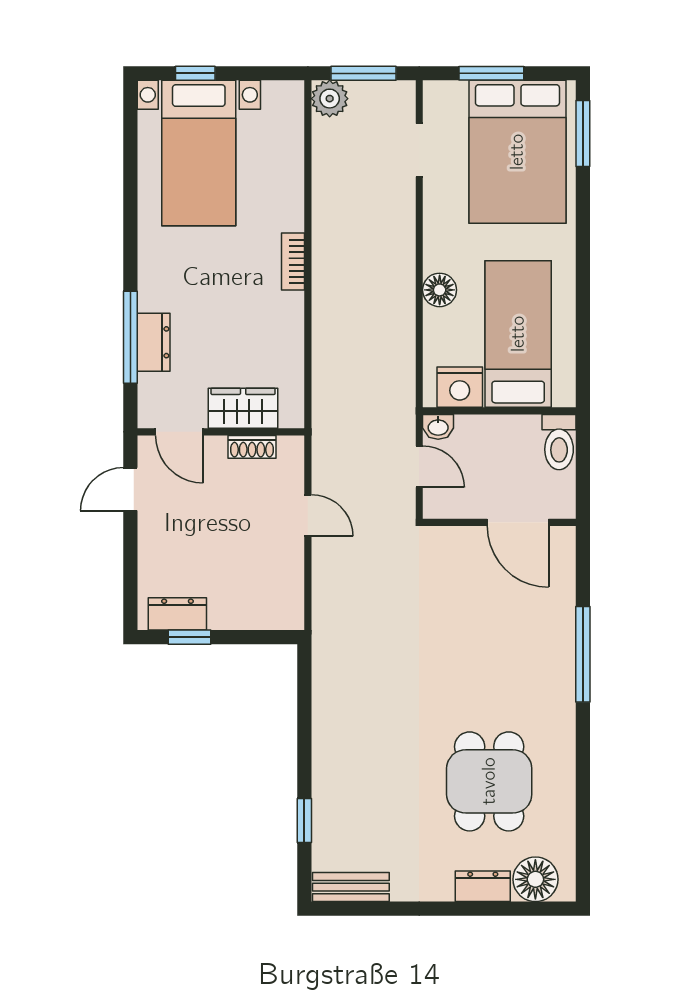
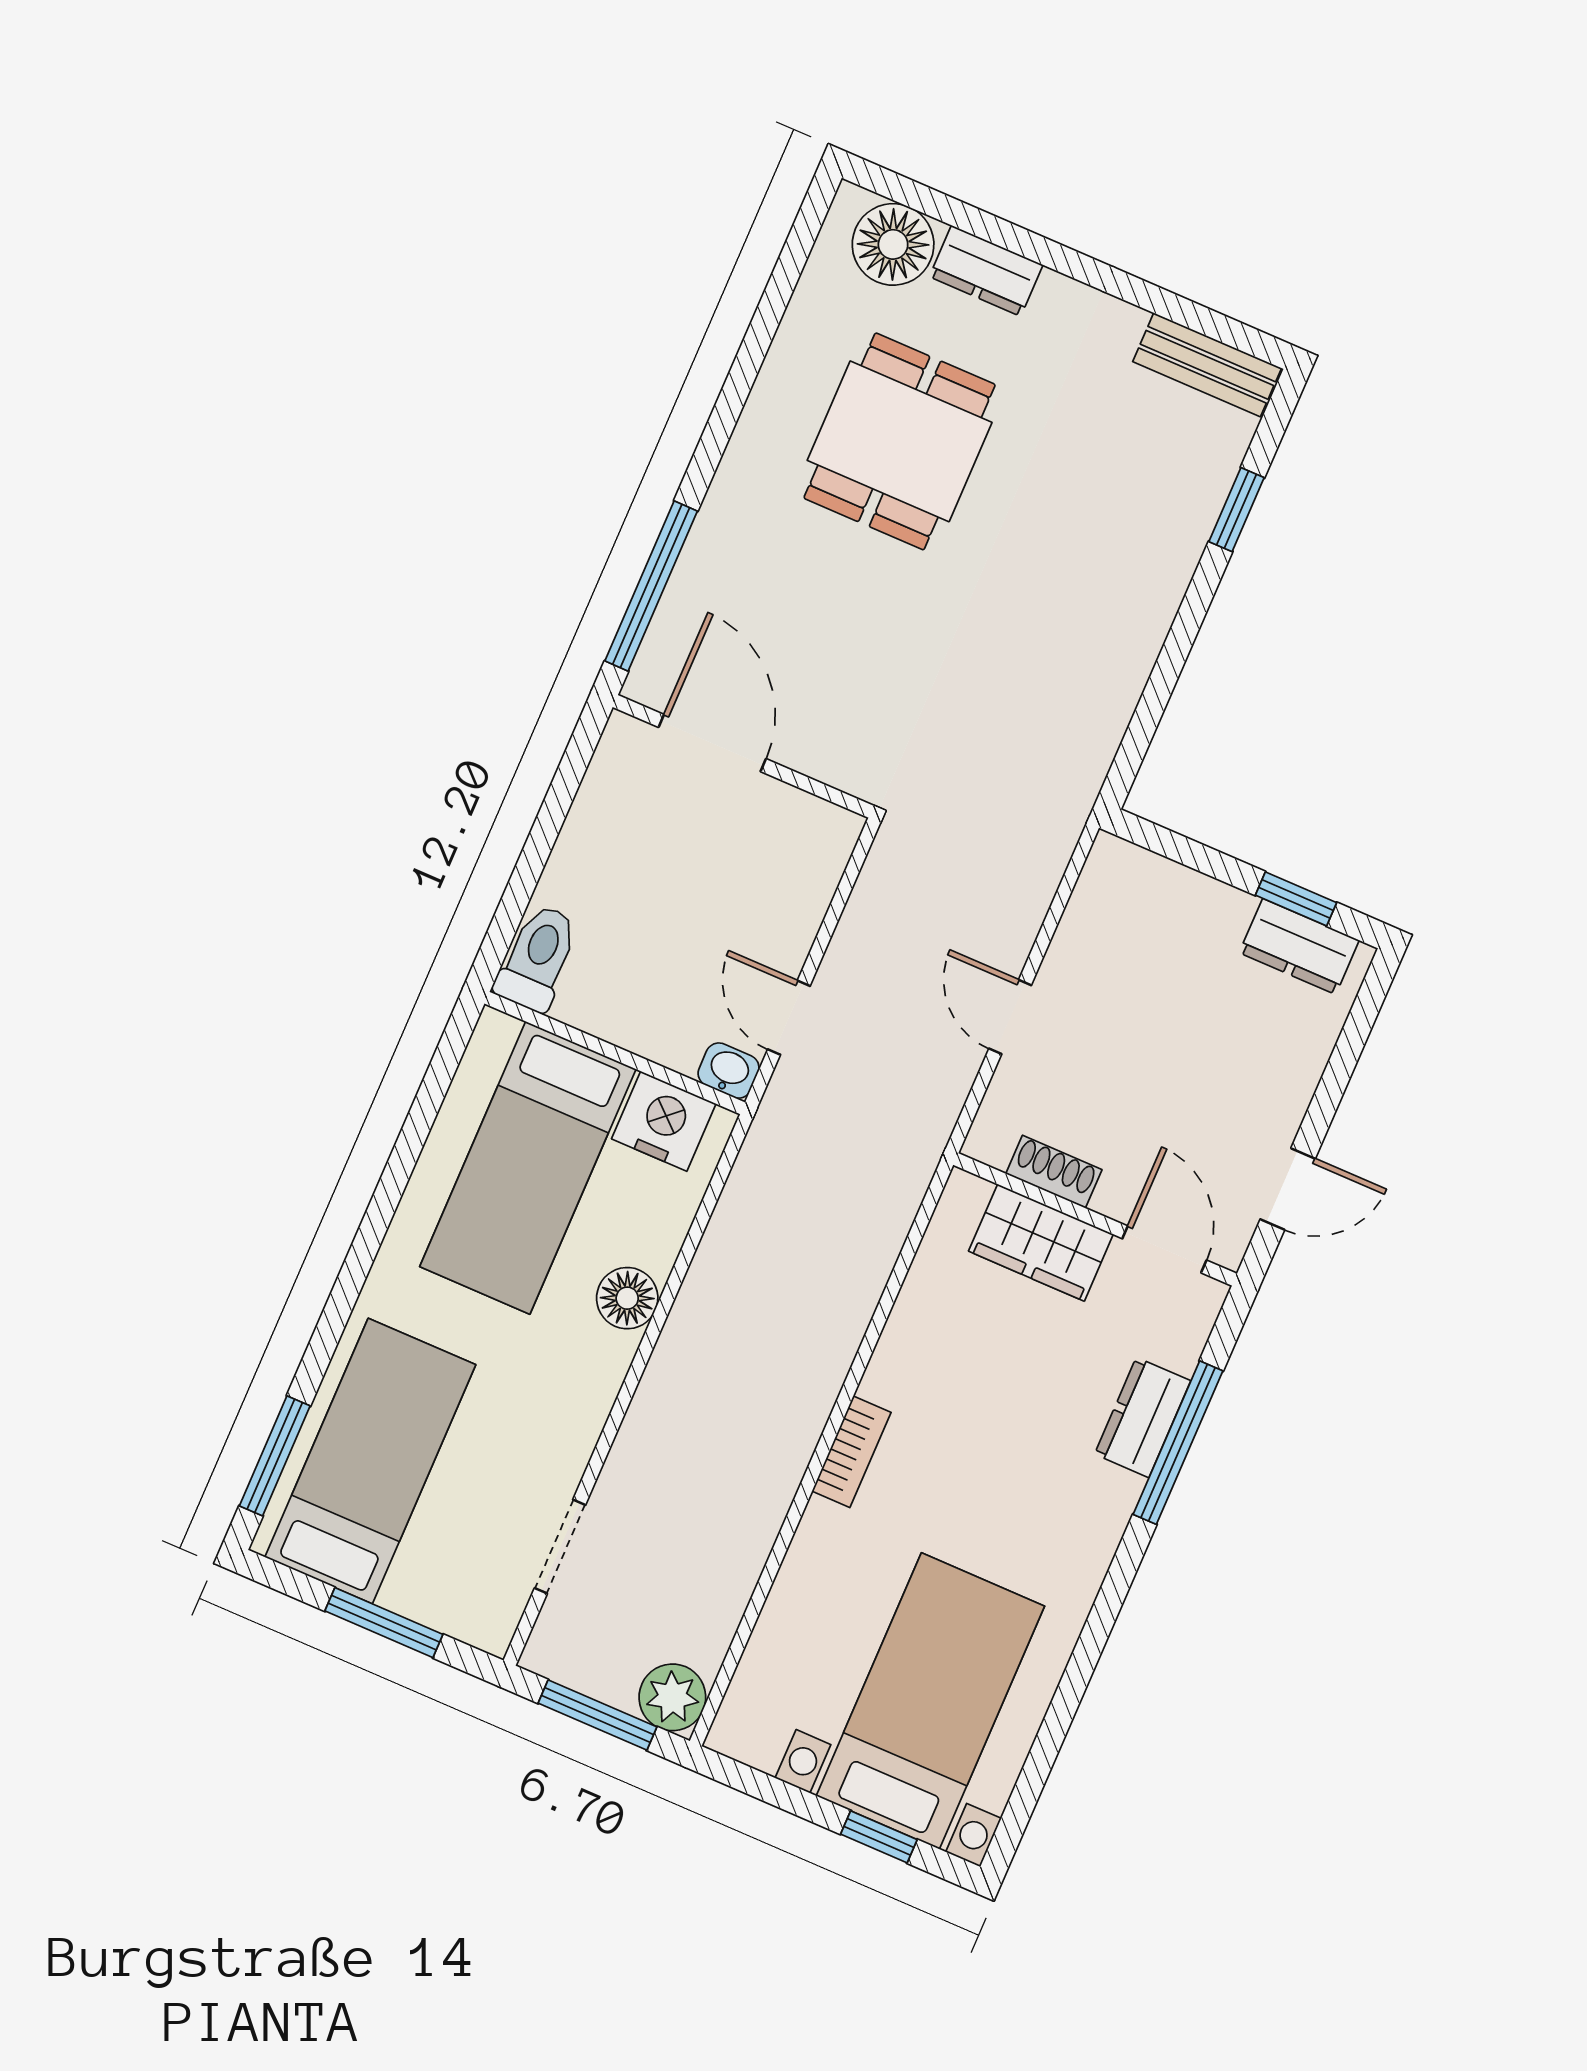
bed: (517, 152) -> (370, 1461), width x0.67
wall: (499, 522) -> (743, 756), moved
door: (518, 522) -> (712, 743), moved

